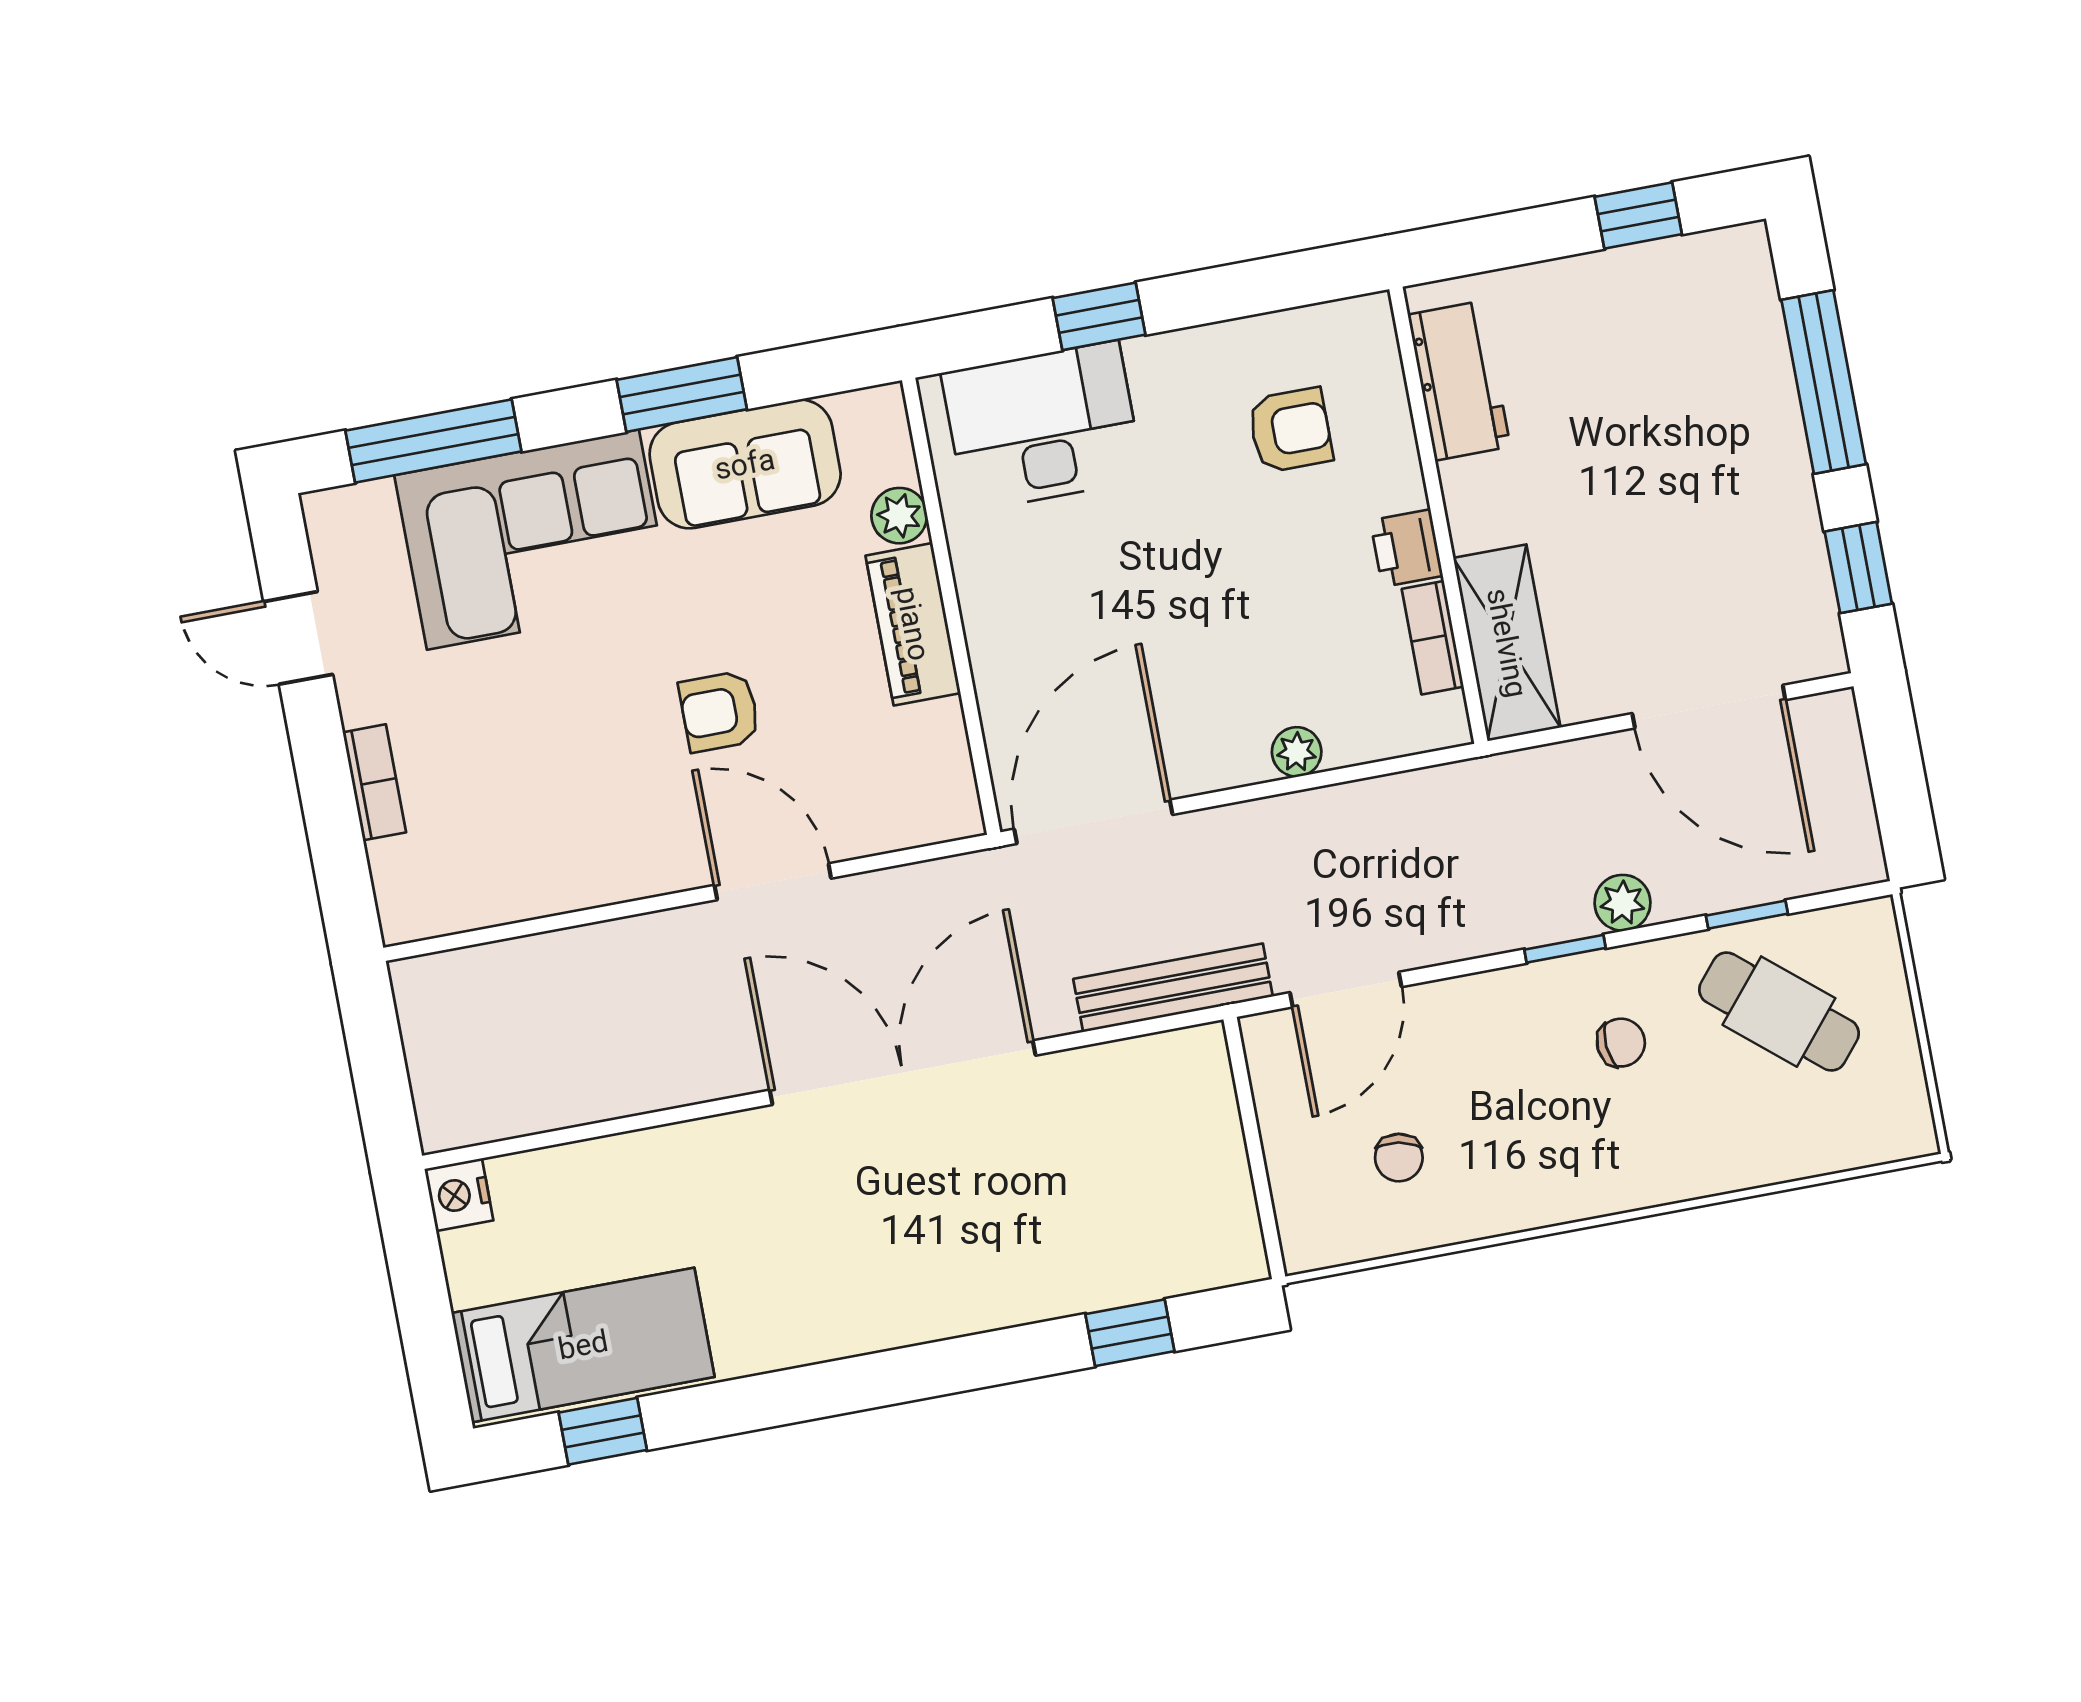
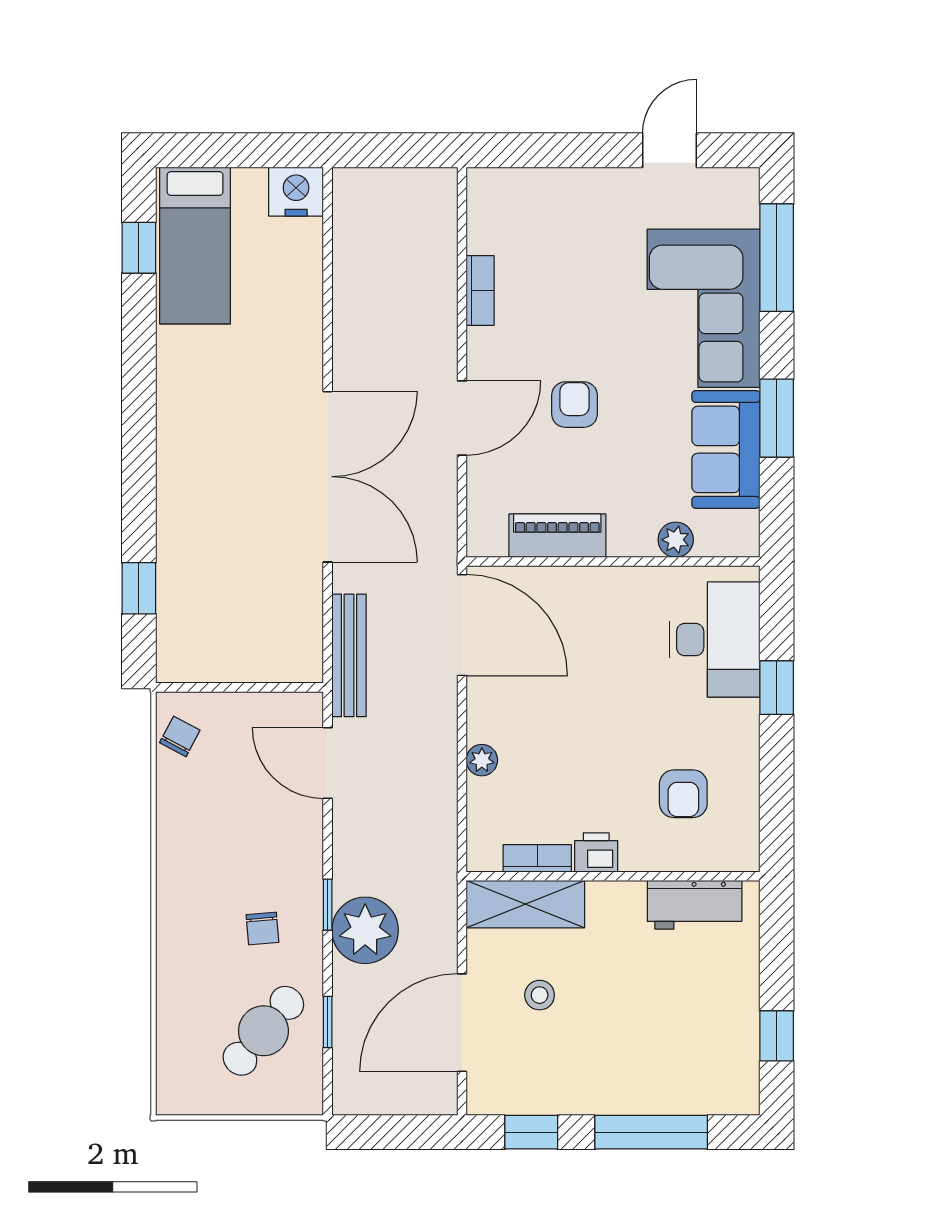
stool: (1644, 594) -> (540, 995), added
piano: (913, 624) -> (557, 536), moved
bookcase: (374, 782) -> (480, 290), moved, turned -90
plant: (1622, 903) -> (365, 930), width x1.87, depth x1.87
chair: (1399, 1158) -> (180, 736), moved, turned 108
nightstand: (459, 1195) -> (296, 192), width x1.36, depth x1.33

